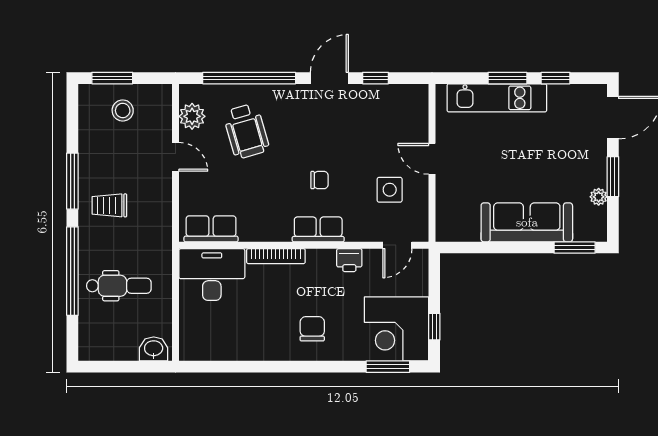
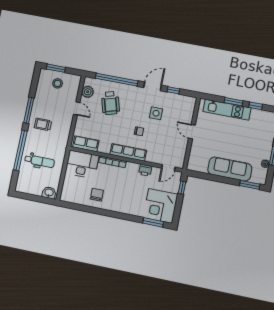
side table: (390, 190) -> (156, 113), moved
row of seats: (318, 229) -> (128, 152), width x1.48
window: (434, 327) -> (182, 188), moved
chair: (312, 329) -> (97, 195), moved

